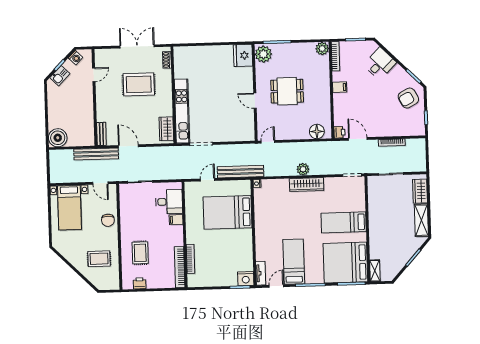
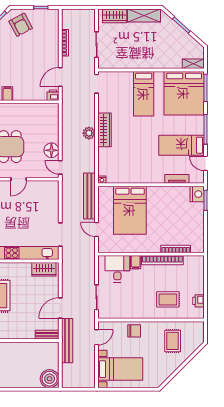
floor lamp: (317, 131) -> (51, 150), moved
bookcase: (180, 267) -> (162, 260), moved
tv unit: (261, 273) -> (177, 179), moved

